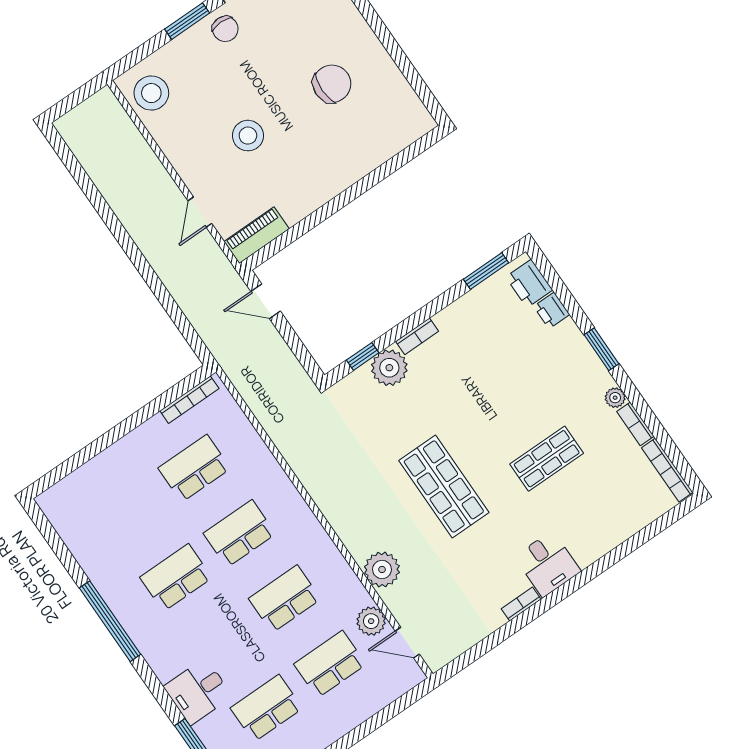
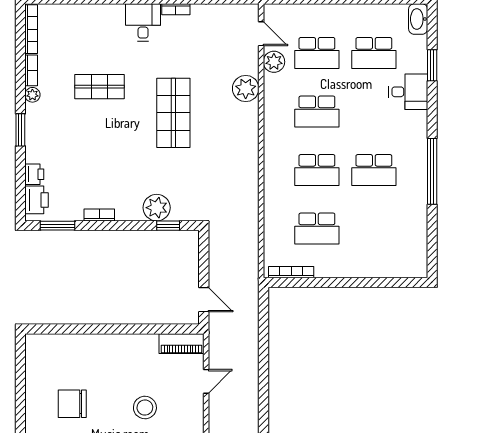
bookcase: (417, 336) -> (99, 215), moved

